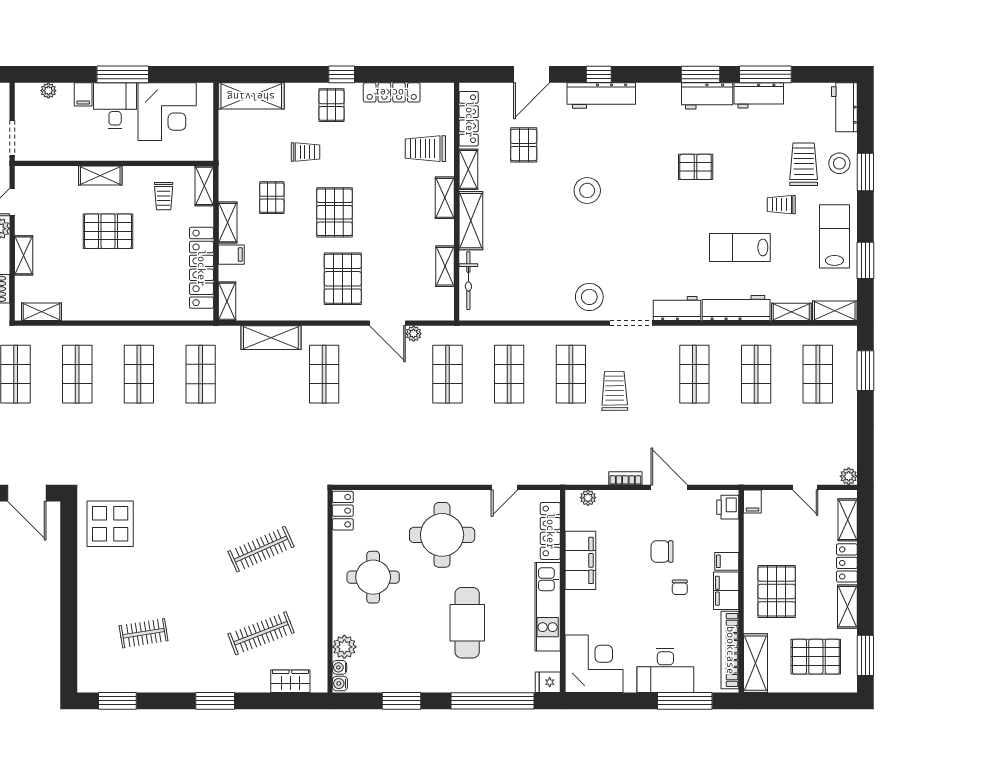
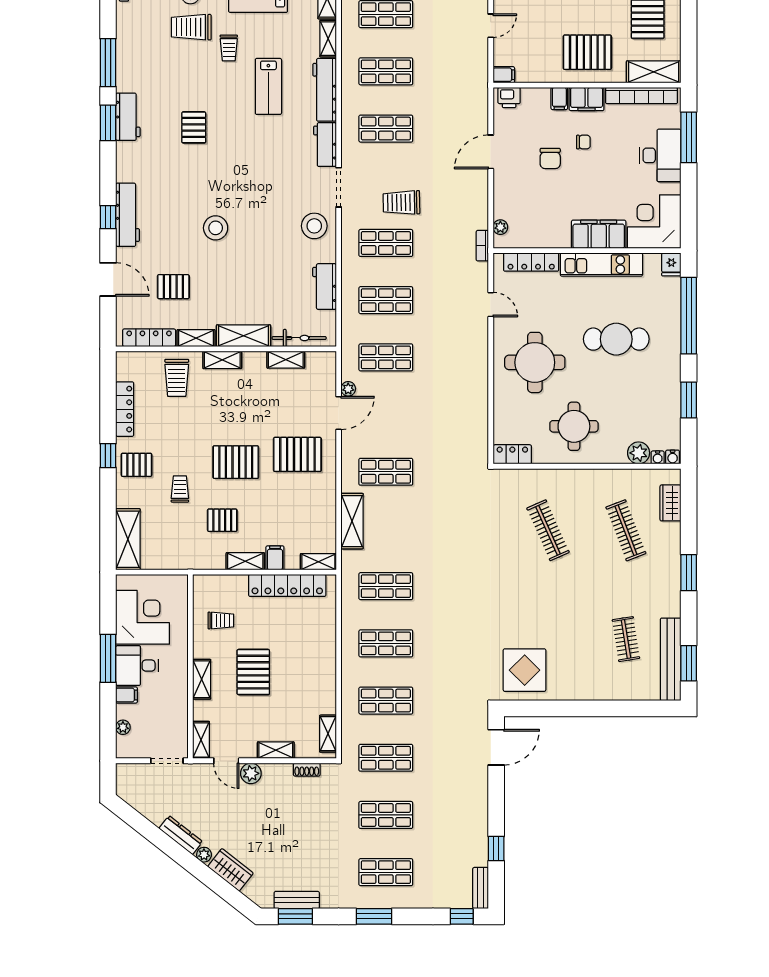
workbench: (759, 95) -> (325, 287), moved, turned 180
shelving: (204, 186) -> (201, 740), moved, turned 90
bookcase: (625, 478) -> (482, 246), moved
filing cabinet: (580, 560) -> (599, 234), moved
bench: (122, 681) -> (671, 659), added

